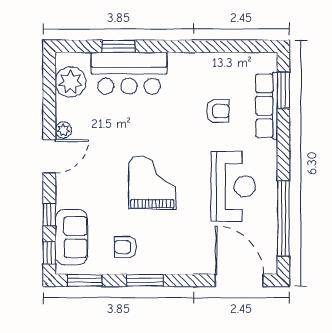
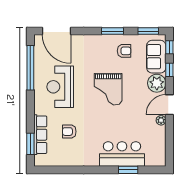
plant: (70, 82) -> (157, 83), moved

